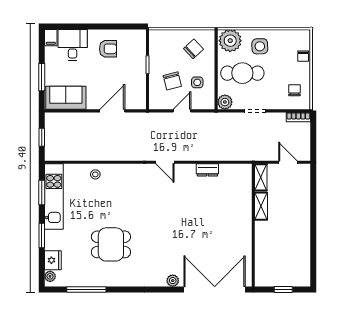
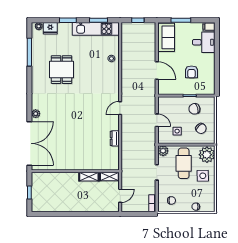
armchair: (108, 49) -> (191, 72), moved
chair: (172, 81) -> (194, 109), moved

